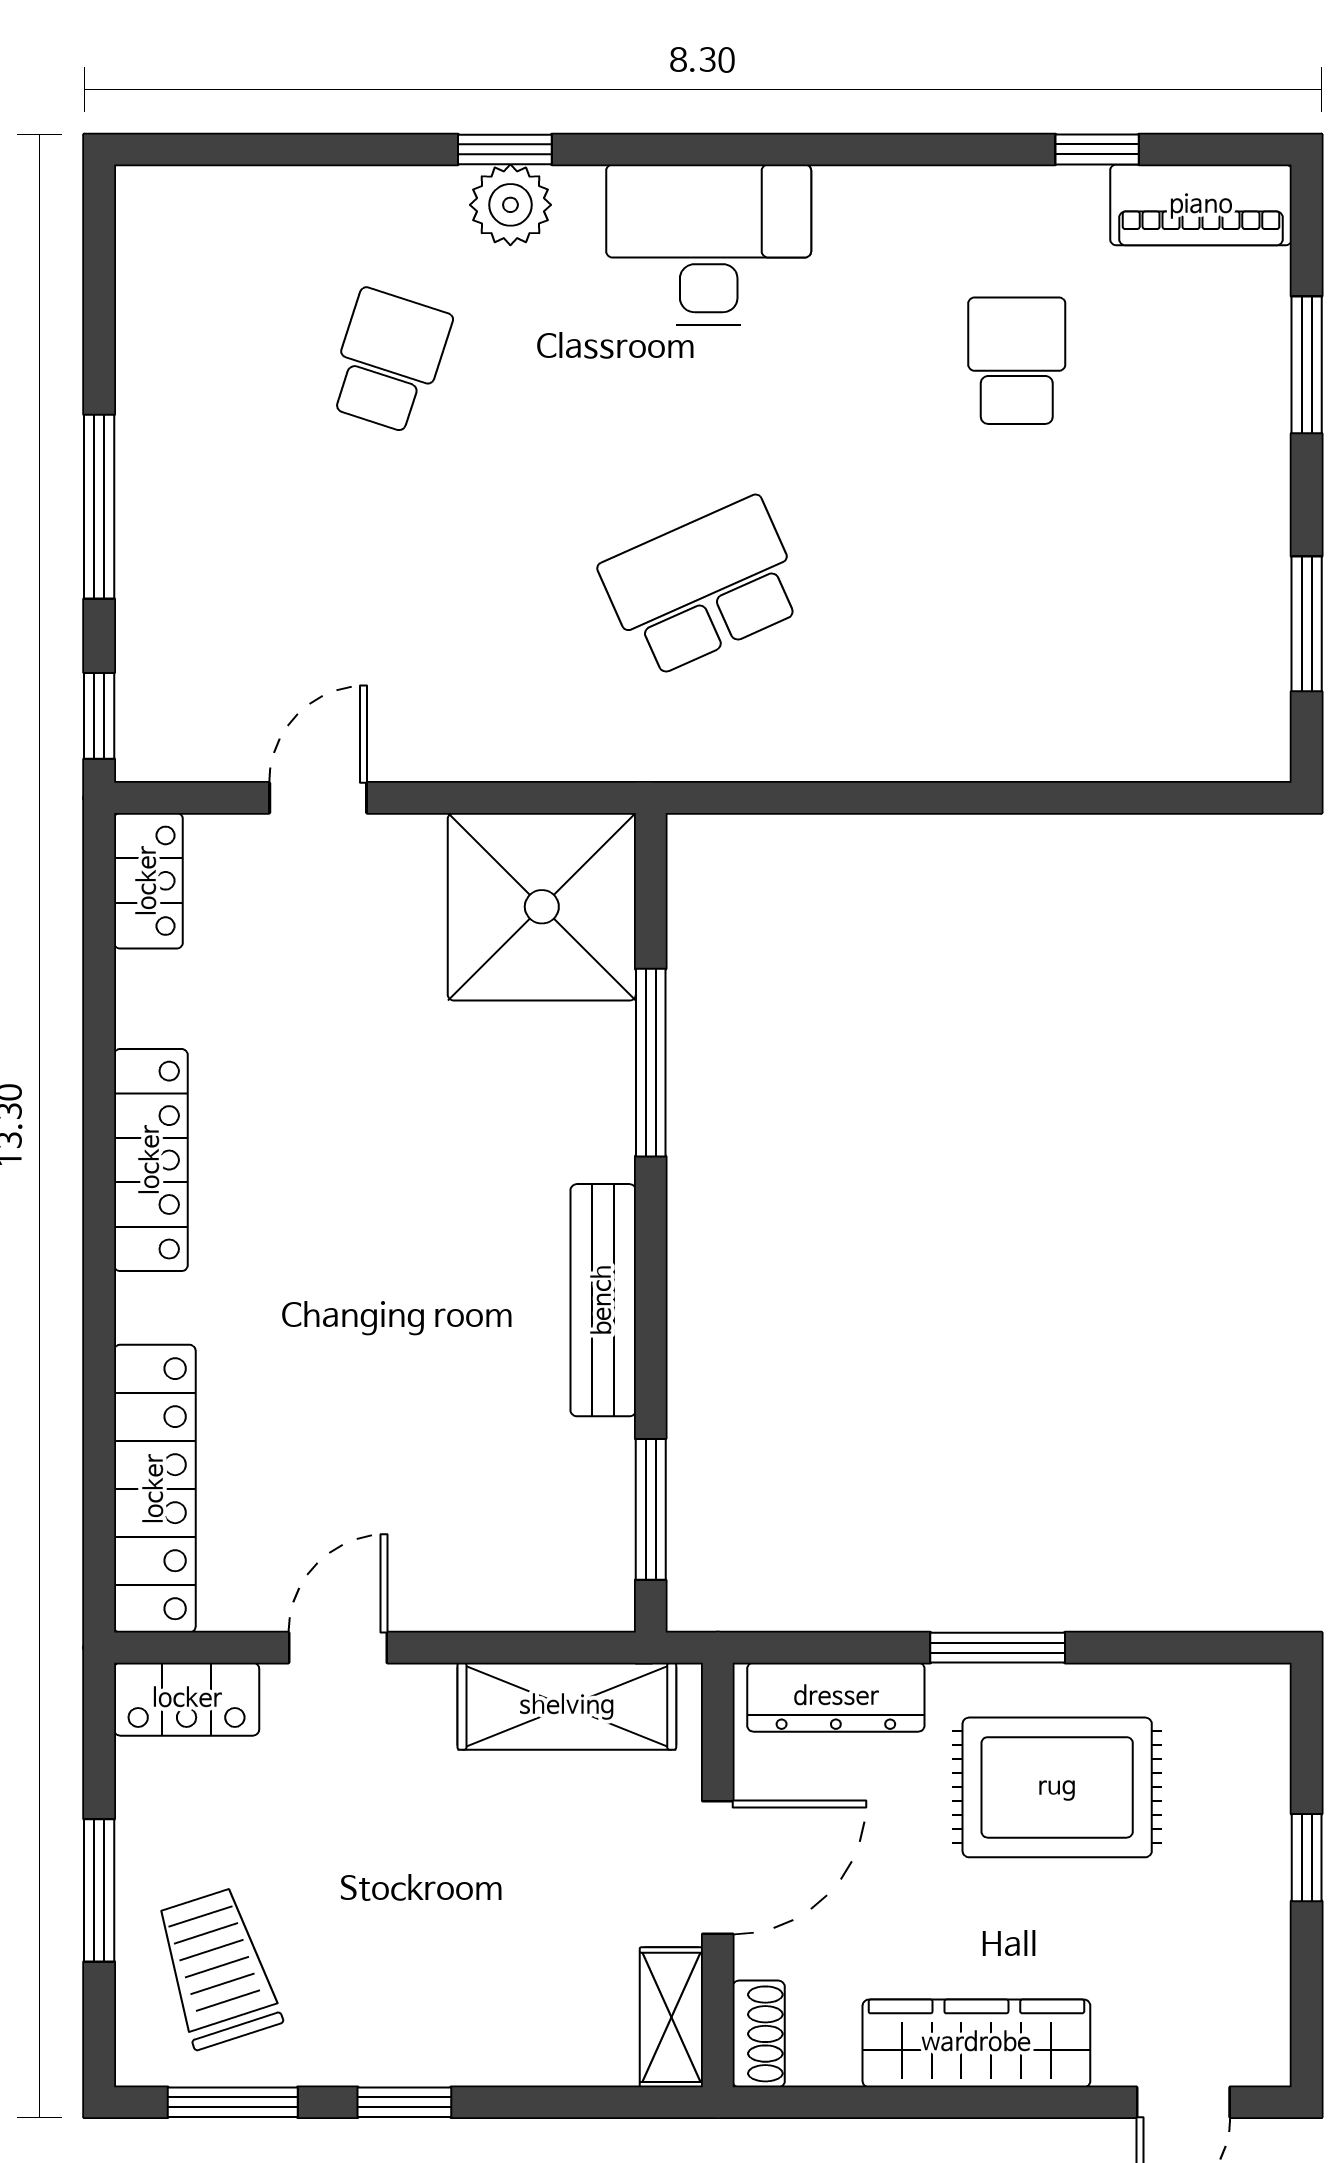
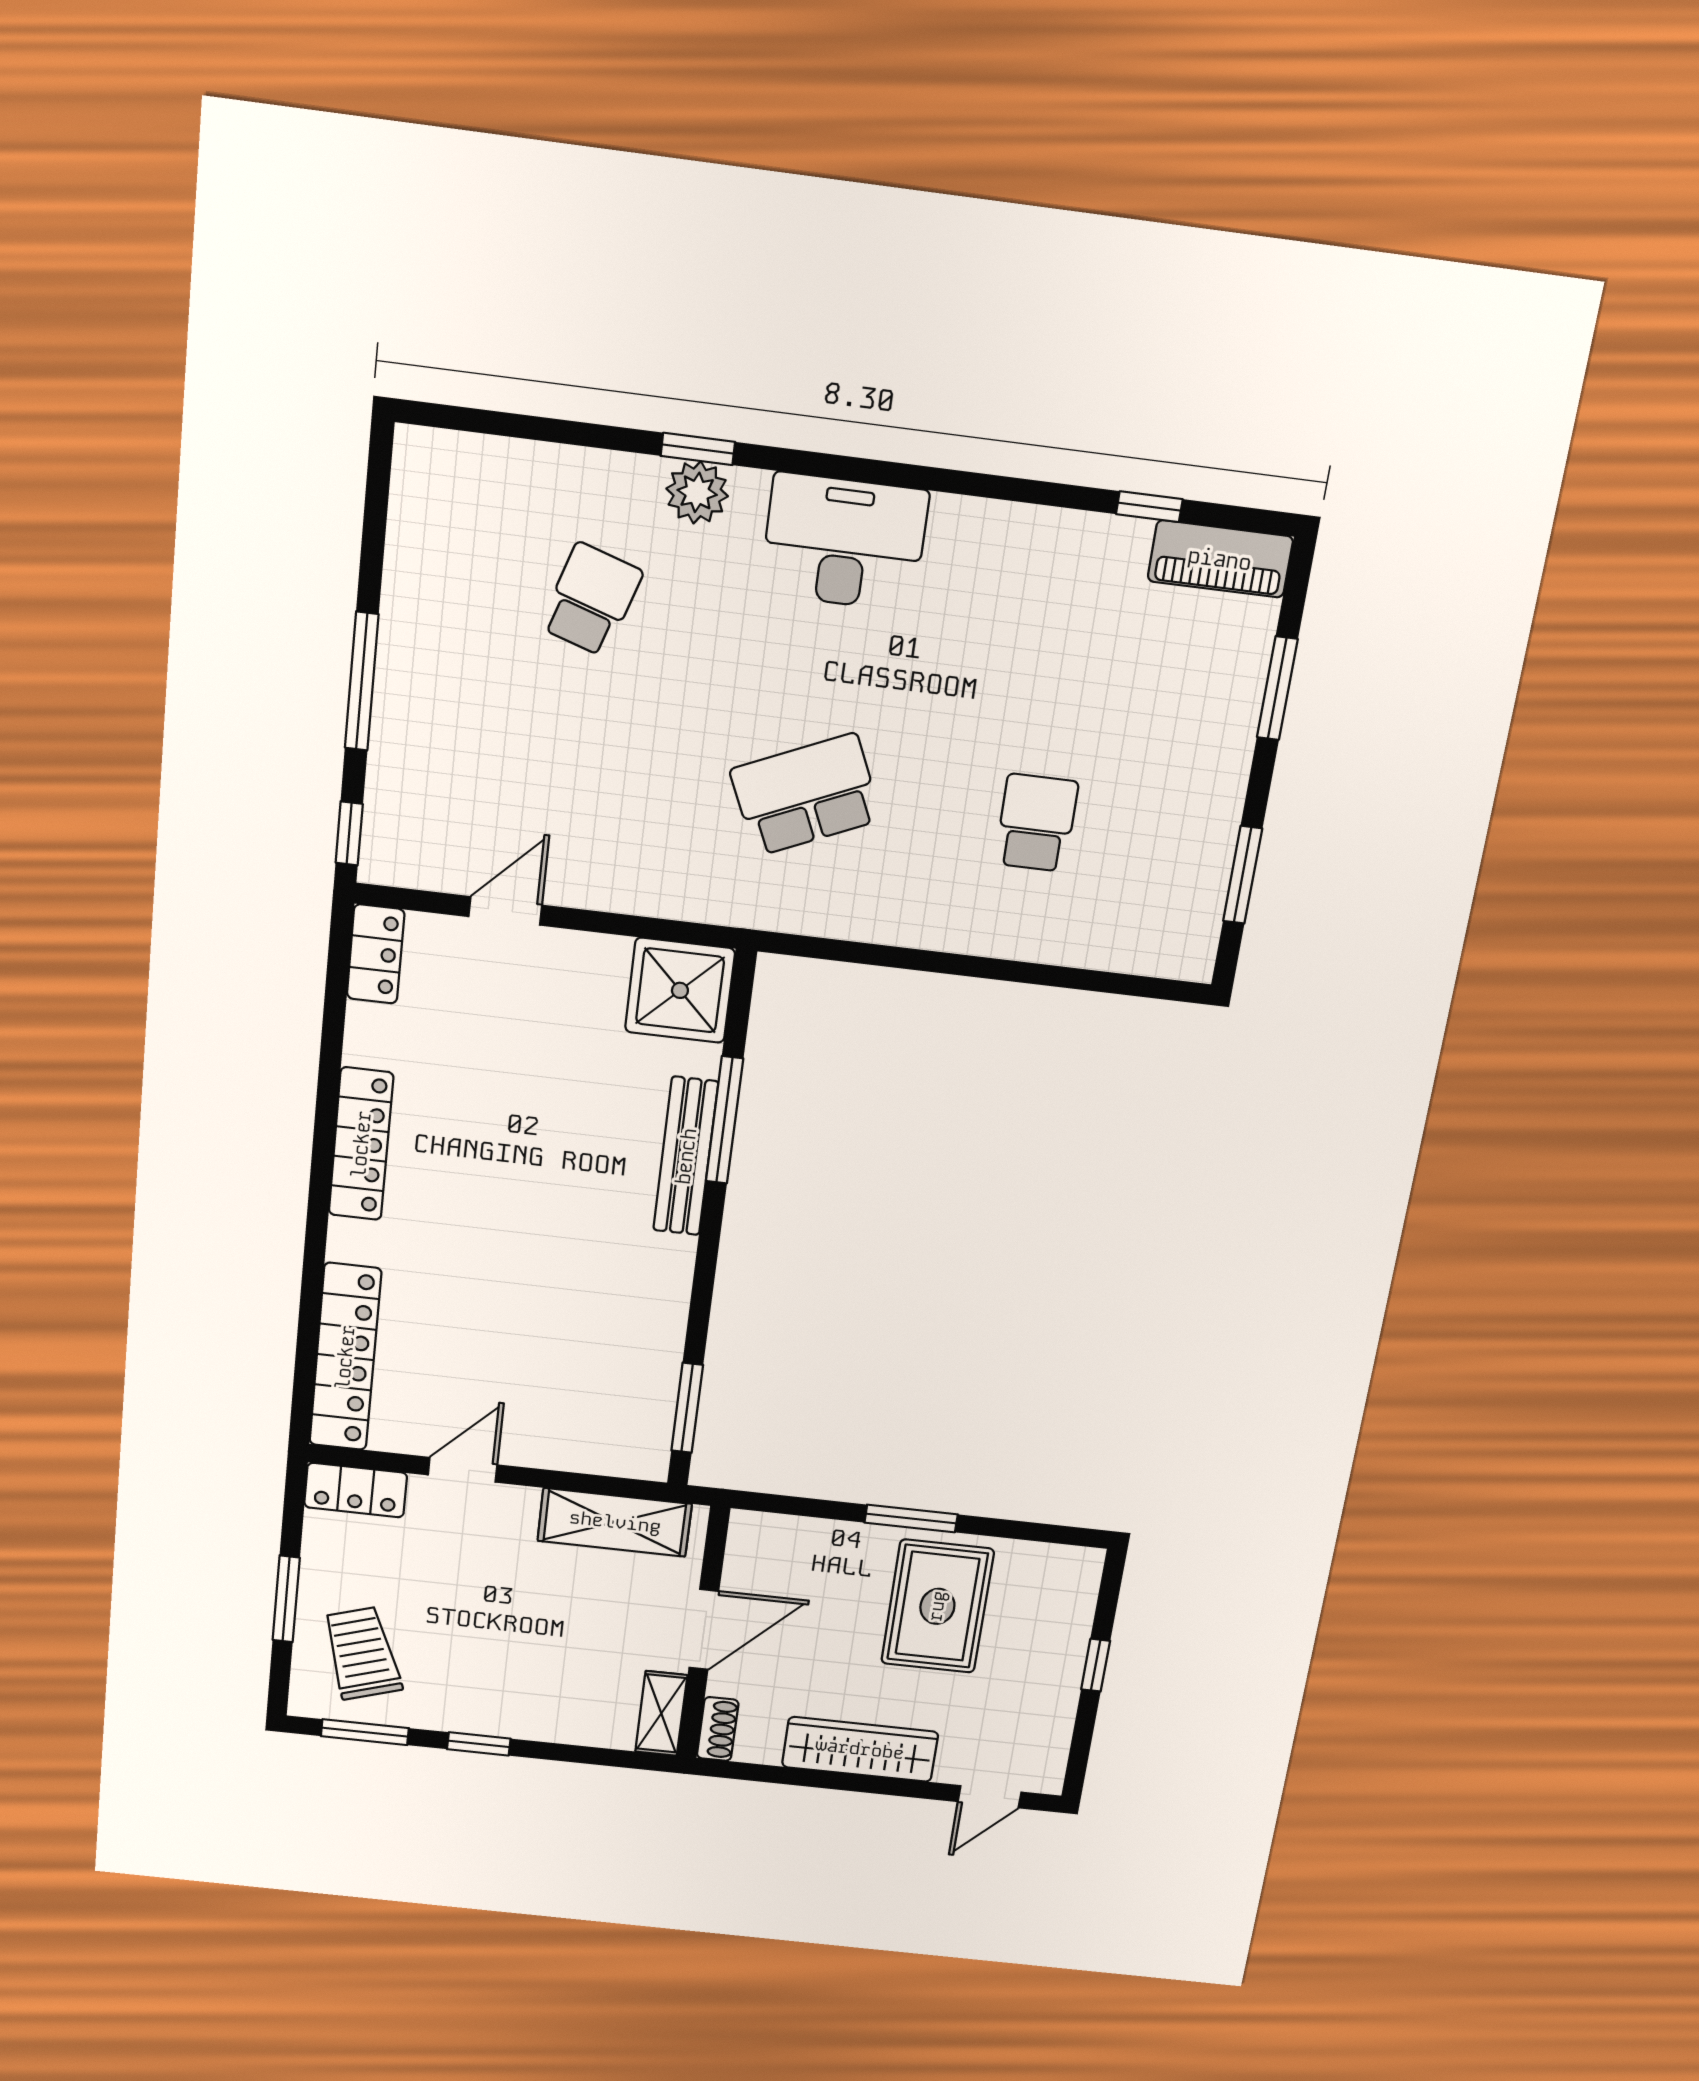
school desk: (1017, 361) -> (1036, 823), moved
shower: (542, 907) -> (680, 990), width x0.73, depth x0.73
bench: (603, 1300) -> (686, 1156), moved
dresser: (836, 1697) -> (797, 1537), removed
rug: (1057, 1787) -> (937, 1606), turned 90

